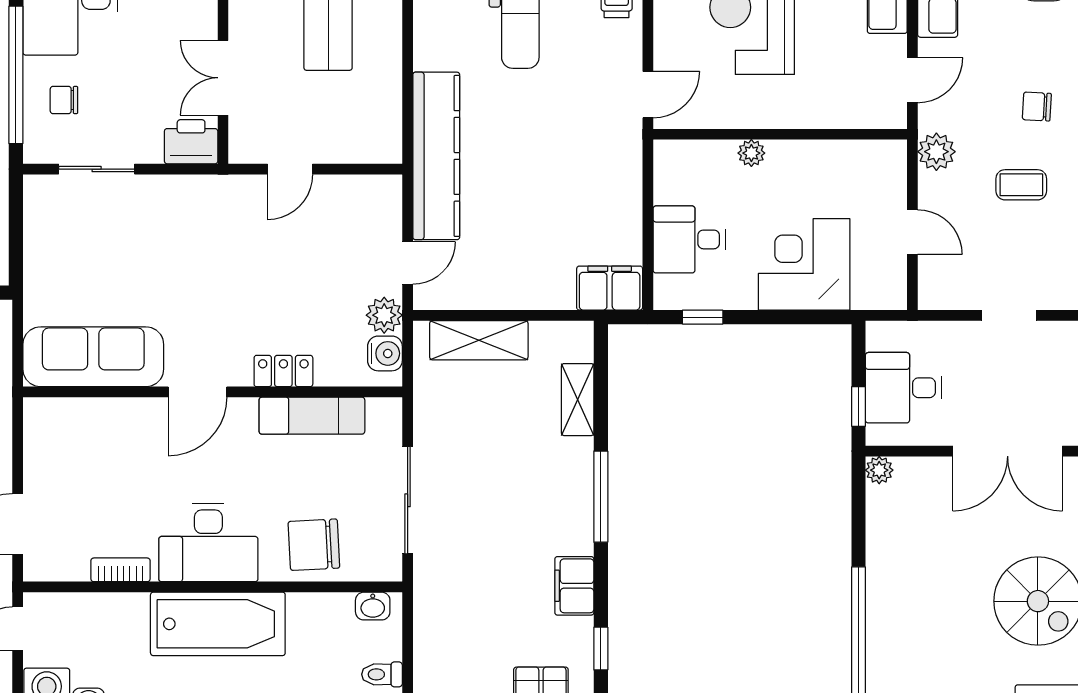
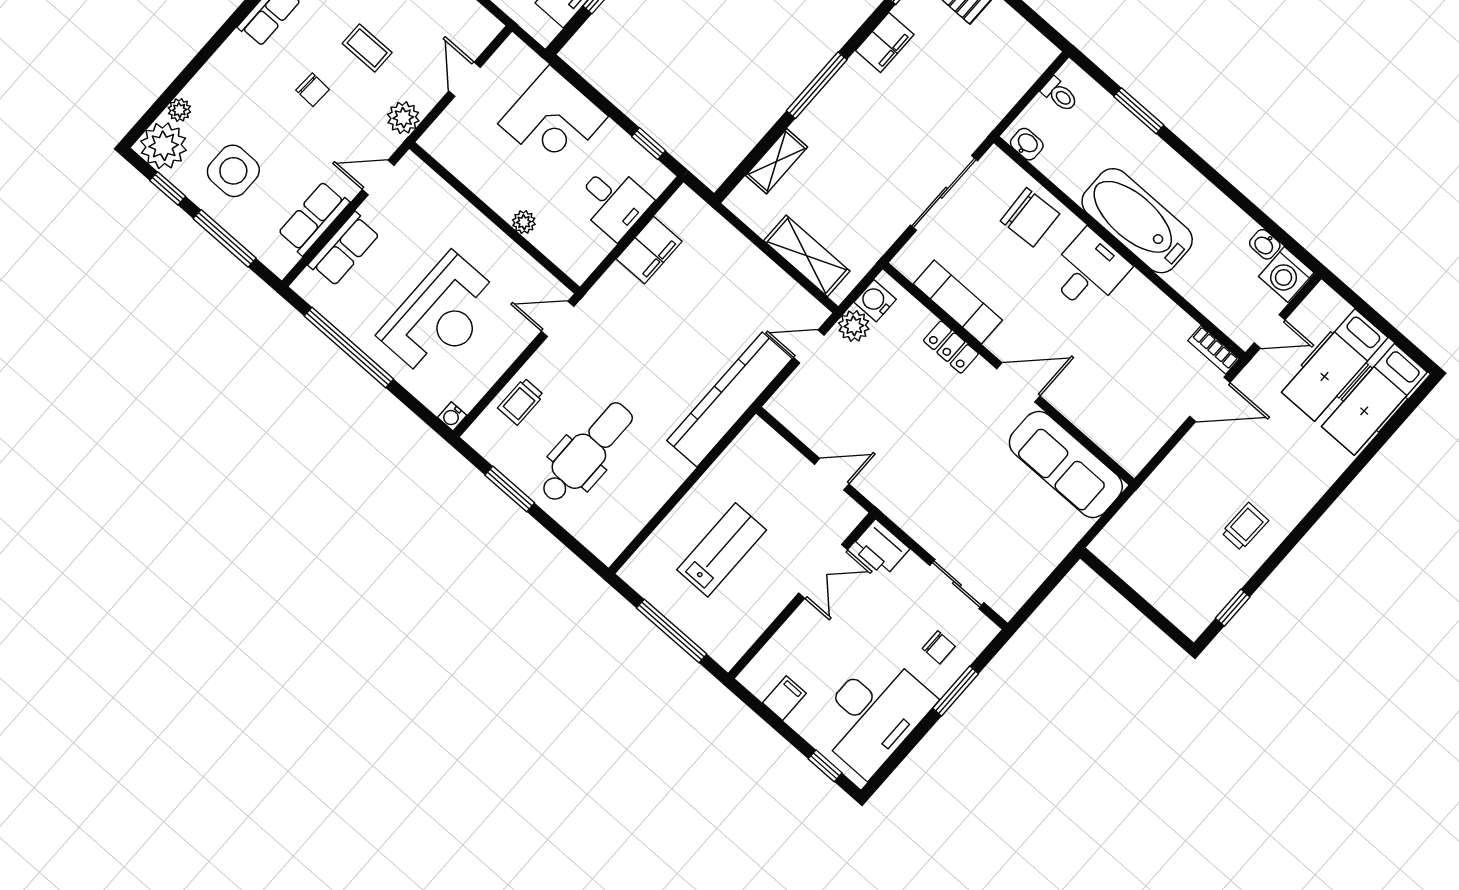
window: (16, 75) -> (956, 691), width x0.47
filing cabinet: (610, 288) -> (649, 250), moved, turned -90
desk: (208, 543) -> (1088, 271), width x0.73
bookcase: (121, 570) -> (1214, 350), moved

